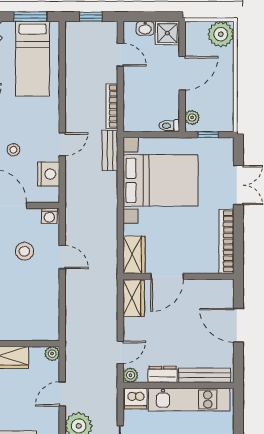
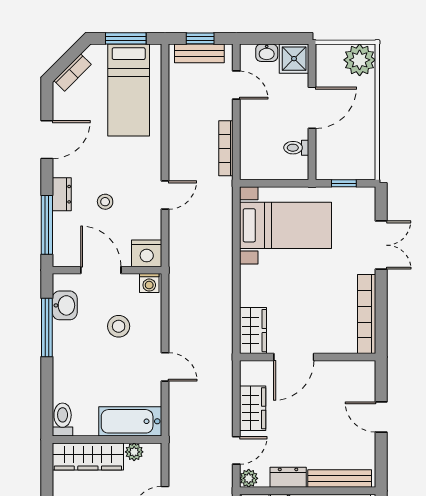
plant: (192, 117) -> (324, 162), removed
toilet: (169, 126) -> (296, 148), moved
bench: (110, 150) -> (199, 53), moved, turned 90
nightstand: (49, 174) -> (147, 253), moved, turned 90
bed with nightstands: (160, 180) -> (286, 225), width x0.73
door: (62, 257) -> (165, 367), moved
wardrobe: (134, 298) -> (253, 408), moved
door: (238, 325) -> (381, 417), width x0.73
bathtub: (34, 329) -> (130, 421), added
plant: (52, 354) -> (134, 452), moved

